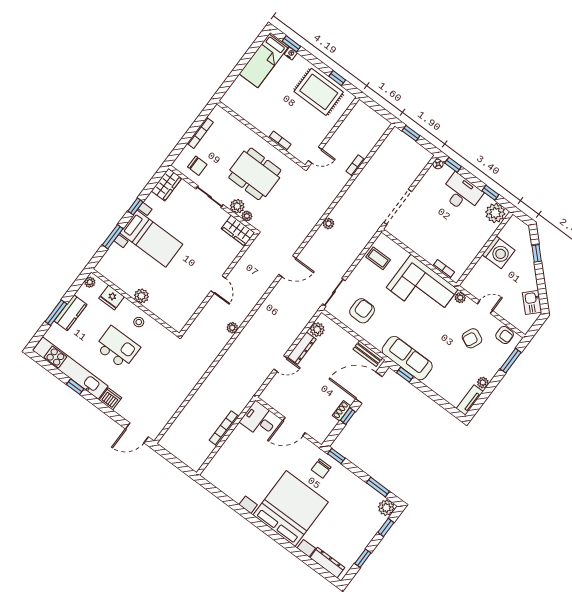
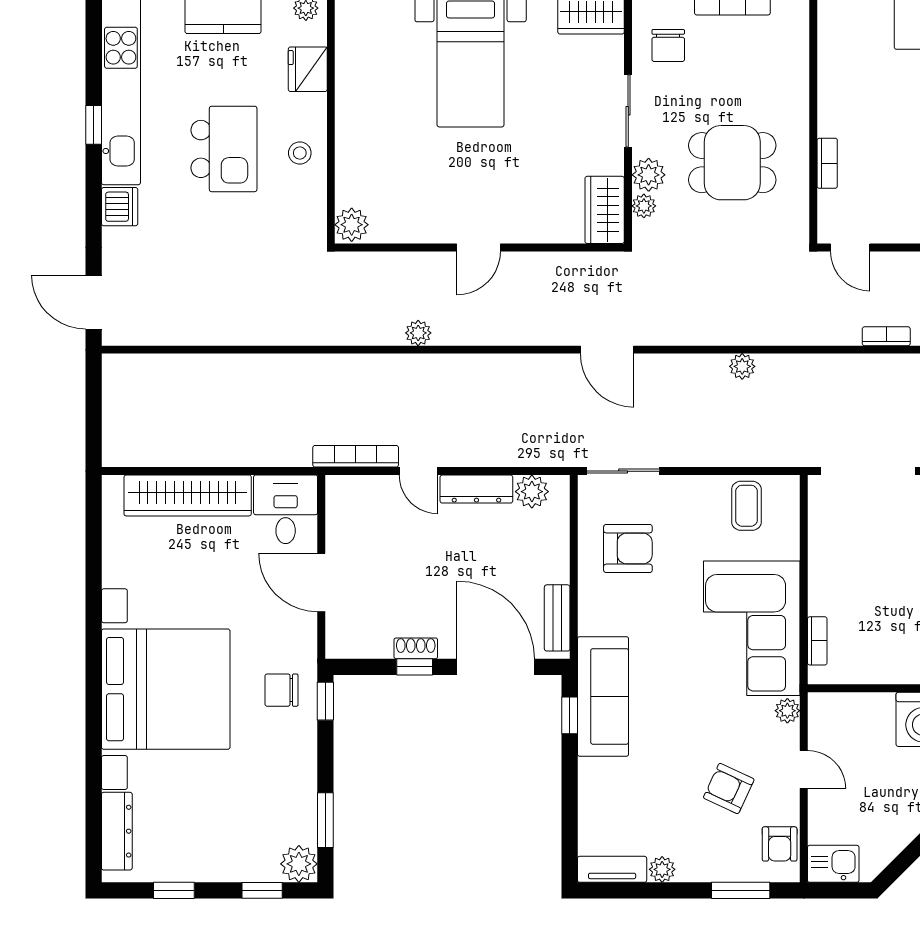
dining table: (255, 174) -> (732, 163), width x0.73
plant: (141, 296) -> (352, 225), moved
kitchen sink: (532, 302) -> (833, 864), moved, turned 45
bookcase: (224, 428) -> (356, 456), moved
wardrobe: (229, 450) -> (188, 495), added

